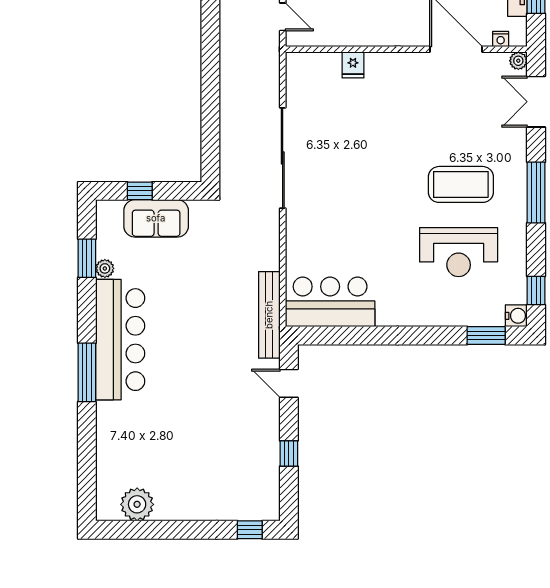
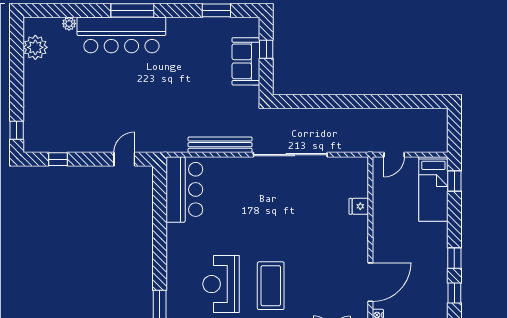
plant: (105, 268) -> (69, 24), moved
bench: (269, 315) -> (220, 145), moved
bar counter: (120, 340) -> (121, 35), moved
window: (289, 454) -> (58, 159), moved

